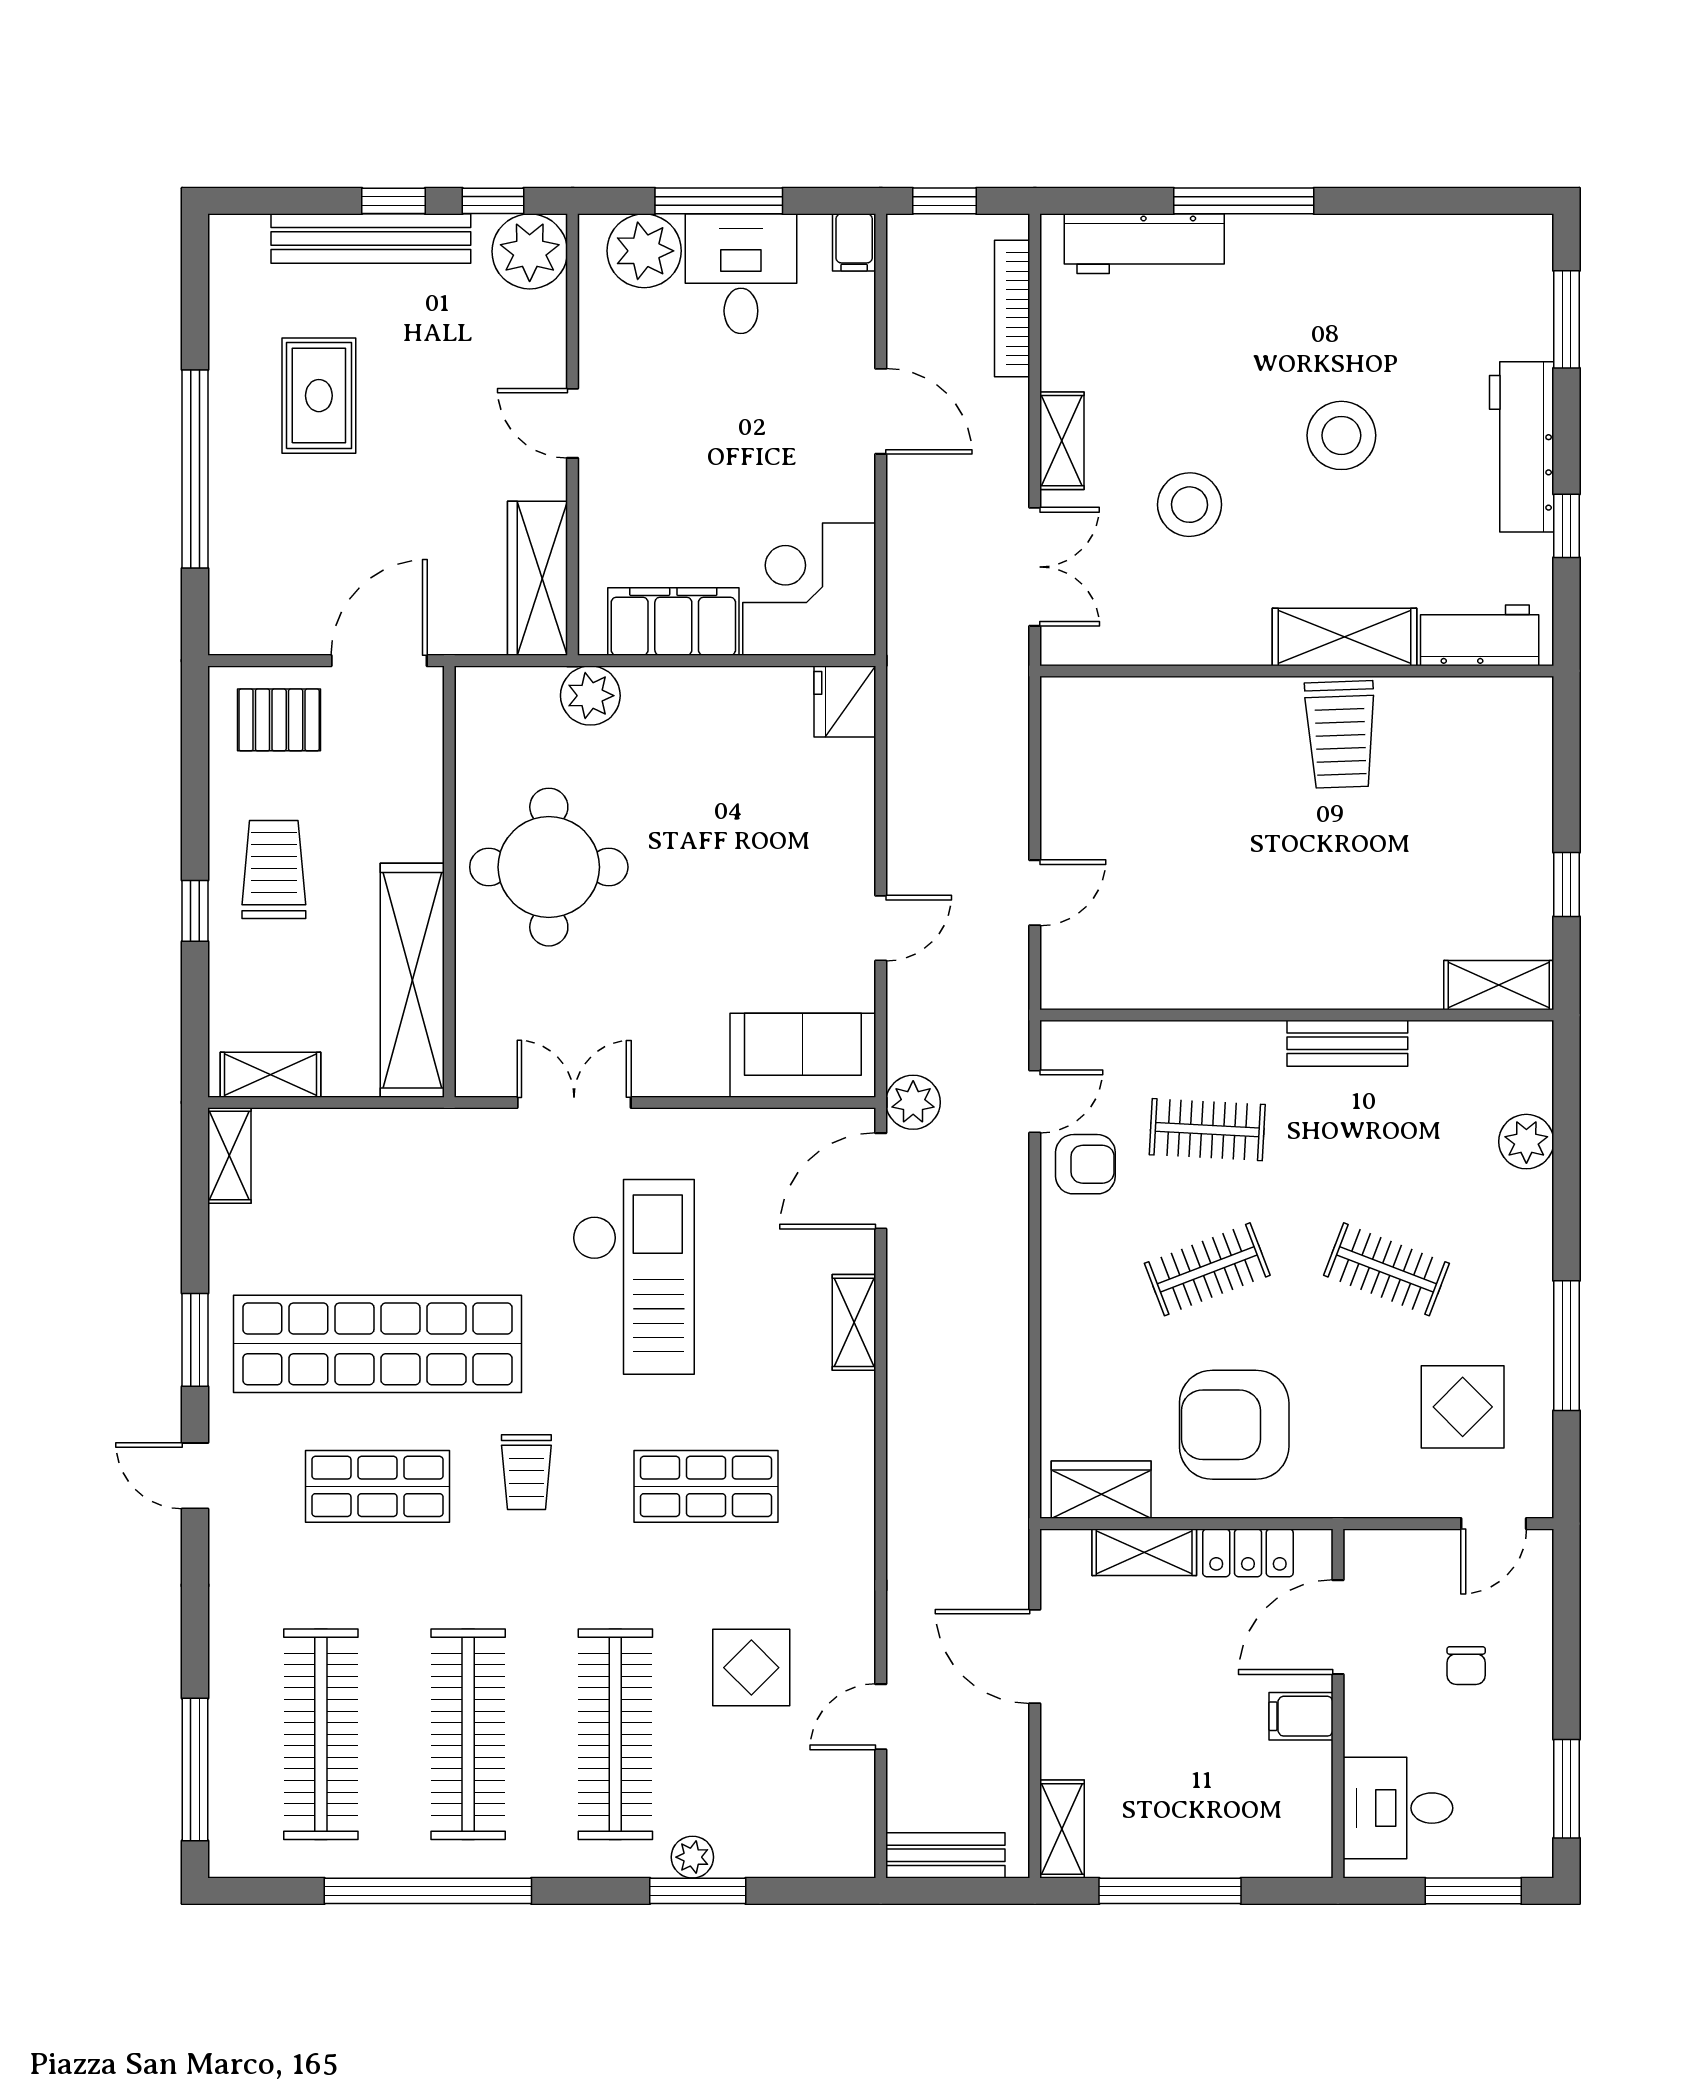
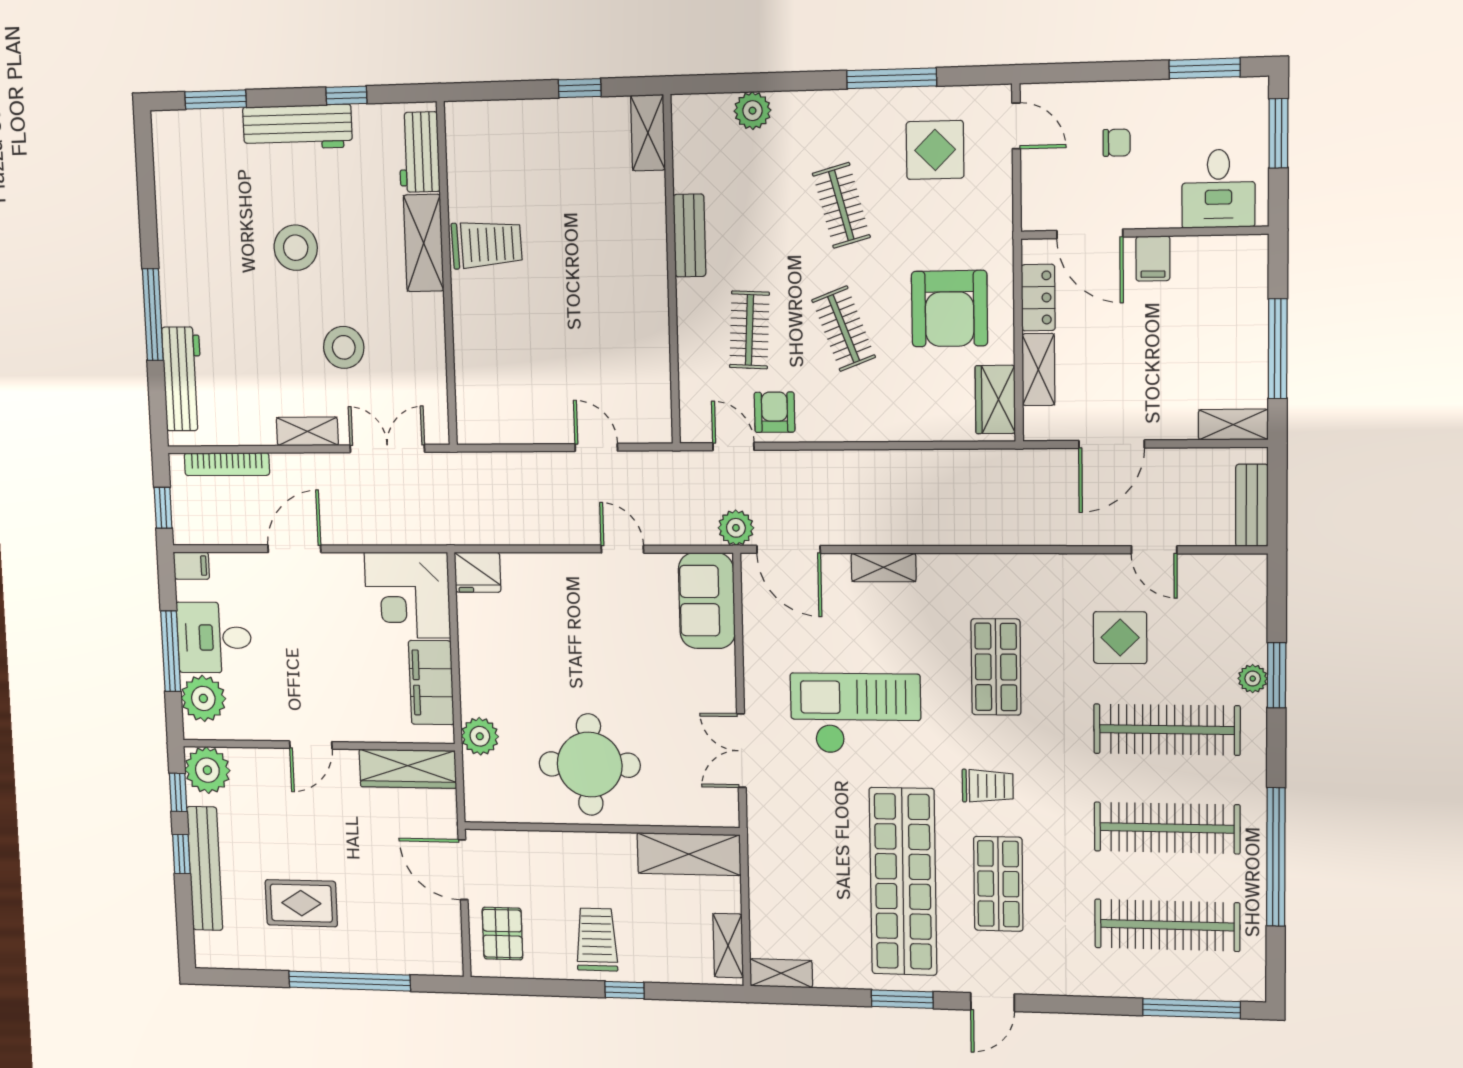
trolley: (274, 869) -> (597, 940), turned 90
shelving: (412, 980) -> (689, 854), width x0.68
clothes rail: (1386, 1269) -> (841, 205), turned -36

